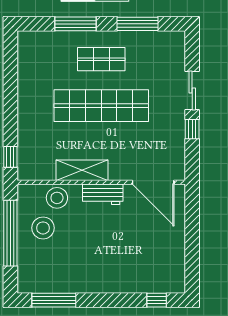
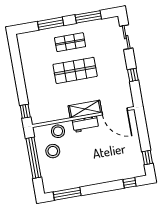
sliding door: (192, 90) -> (126, 37), moved
shop shelf: (101, 106) -> (75, 70), width x0.71
shelving: (82, 170) -> (85, 109), moved
window: (192, 265) -> (147, 157), added

